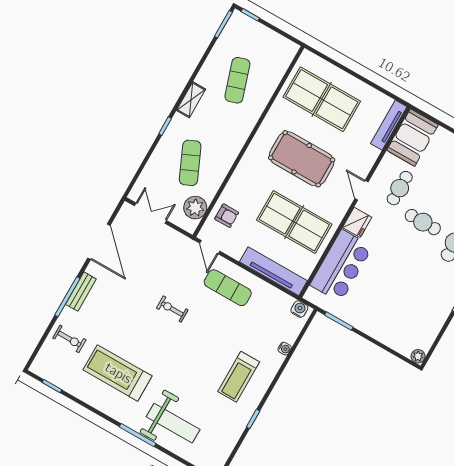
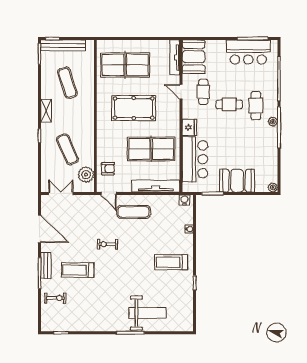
bench: (259, 31) -> (63, 45), added
door: (361, 190) -> (181, 92), moved
booth: (379, 322) -> (237, 181), added
treadmill: (118, 373) -> (78, 270), moved, width x0.73, depth x0.73
treadmill: (239, 377) -> (171, 262), turned 90

